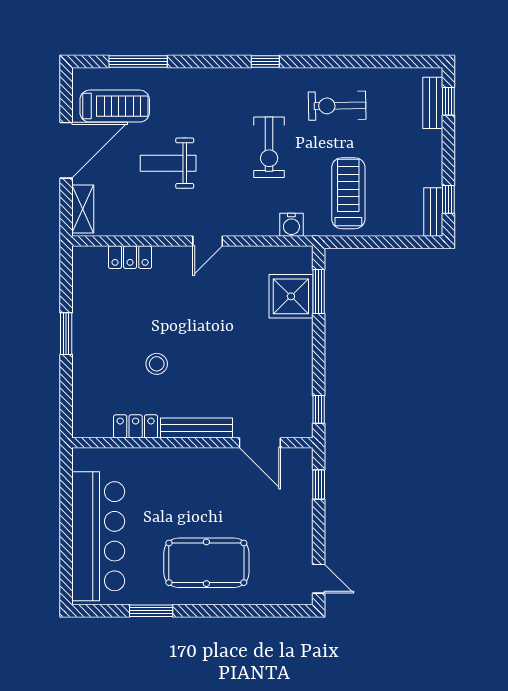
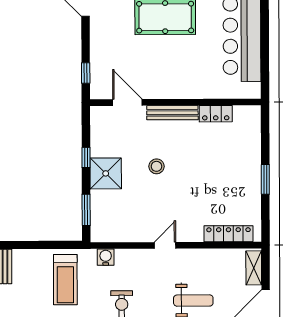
locker: (130, 257) -> (228, 234), width x1.53
shower: (291, 296) -> (106, 173), moved
stool: (157, 364) -> (156, 166), moved
window: (319, 409) -> (86, 158), moved

